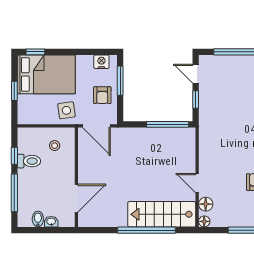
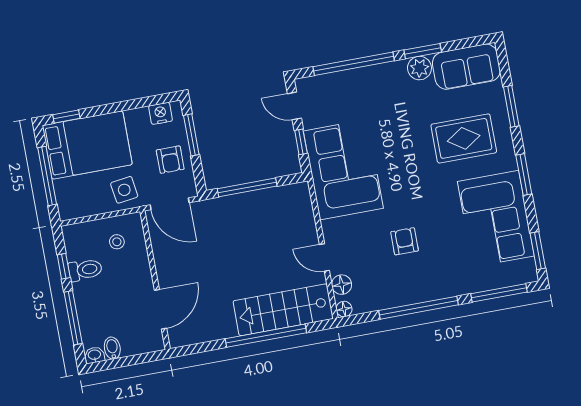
window: (14, 91) -> (47, 176), width x2.17
window: (168, 124) -> (247, 187), moved
corner sofa: (222, 124) -> (343, 170), added
washbasin: (51, 222) -> (94, 355), moved

